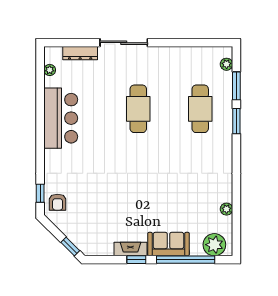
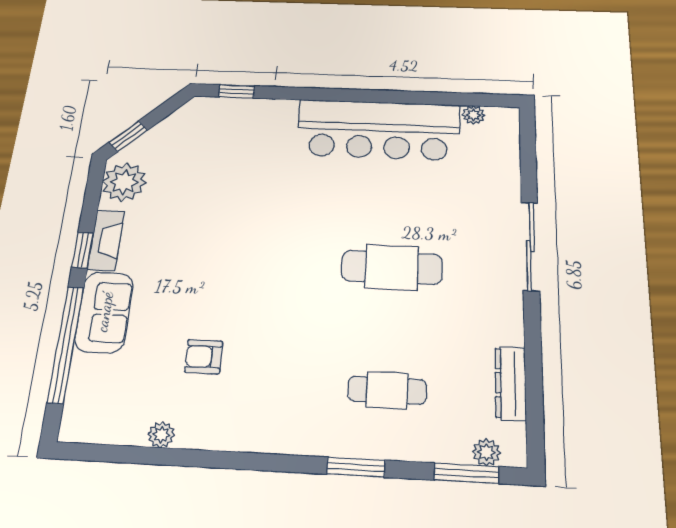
dresser: (80, 53) -> (510, 383), moved
window: (236, 86) -> (466, 473), moved
cafe table: (200, 109) -> (387, 390), width x0.73, depth x0.74
bar counter: (61, 118) -> (379, 130), width x1.36
armchair: (58, 202) -> (204, 357), moved
plant: (214, 245) -> (124, 182), moved

